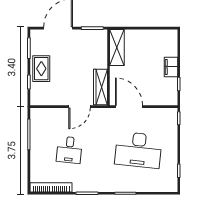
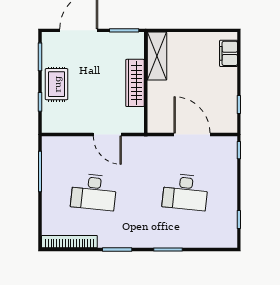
filing cabinet: (171, 67) -> (229, 53), moved
wardrobe: (100, 87) -> (135, 83), moved
door: (80, 107) -> (107, 135), hinge flipped
door: (129, 107) -> (192, 135), moved
desk: (69, 150) -> (94, 192), width x1.37
desk: (138, 150) -> (185, 192), width x0.73, depth x0.77

